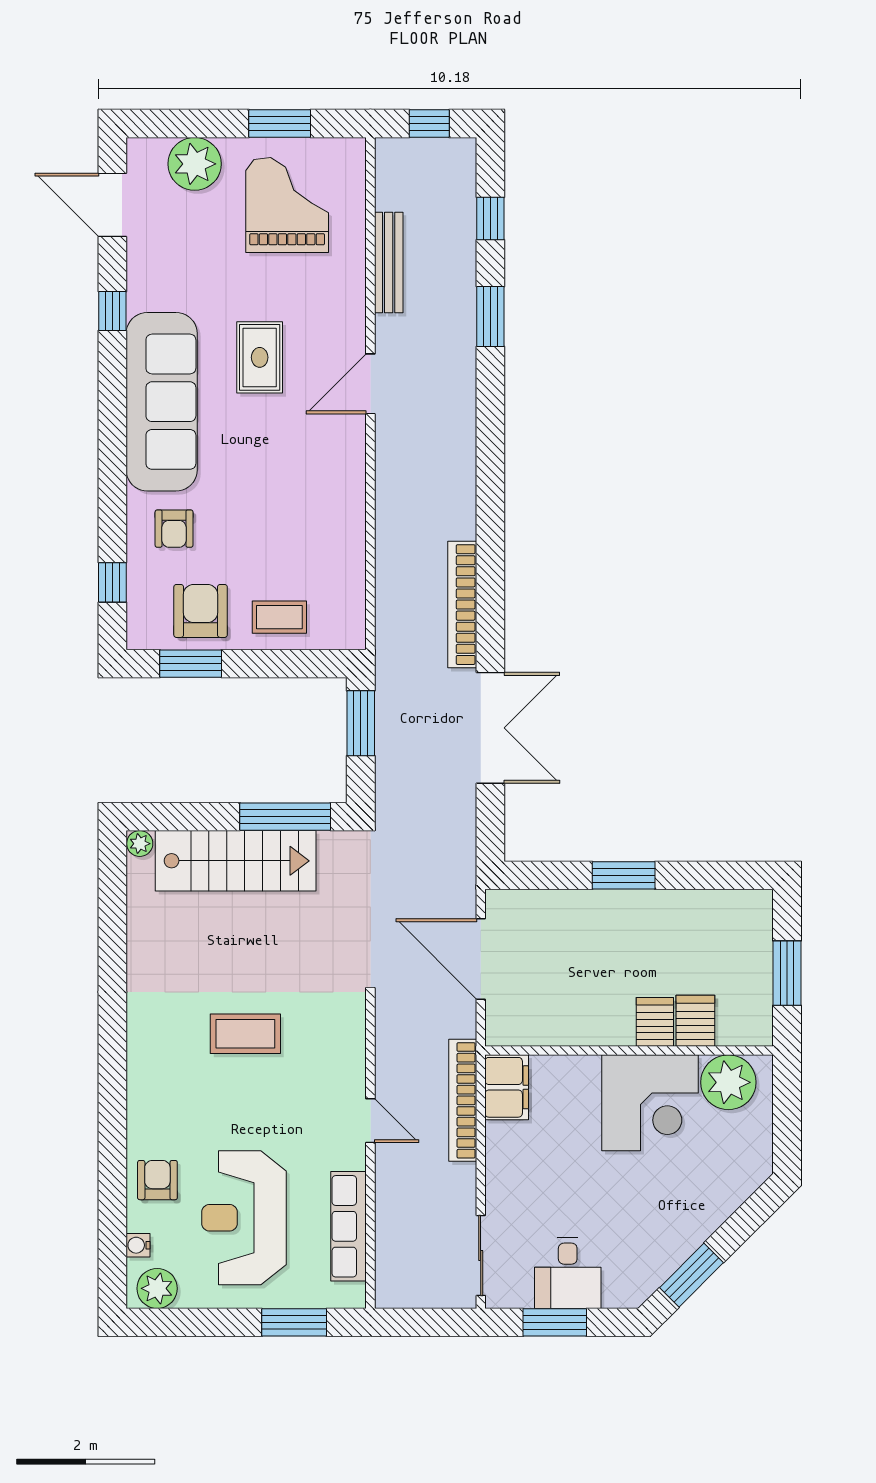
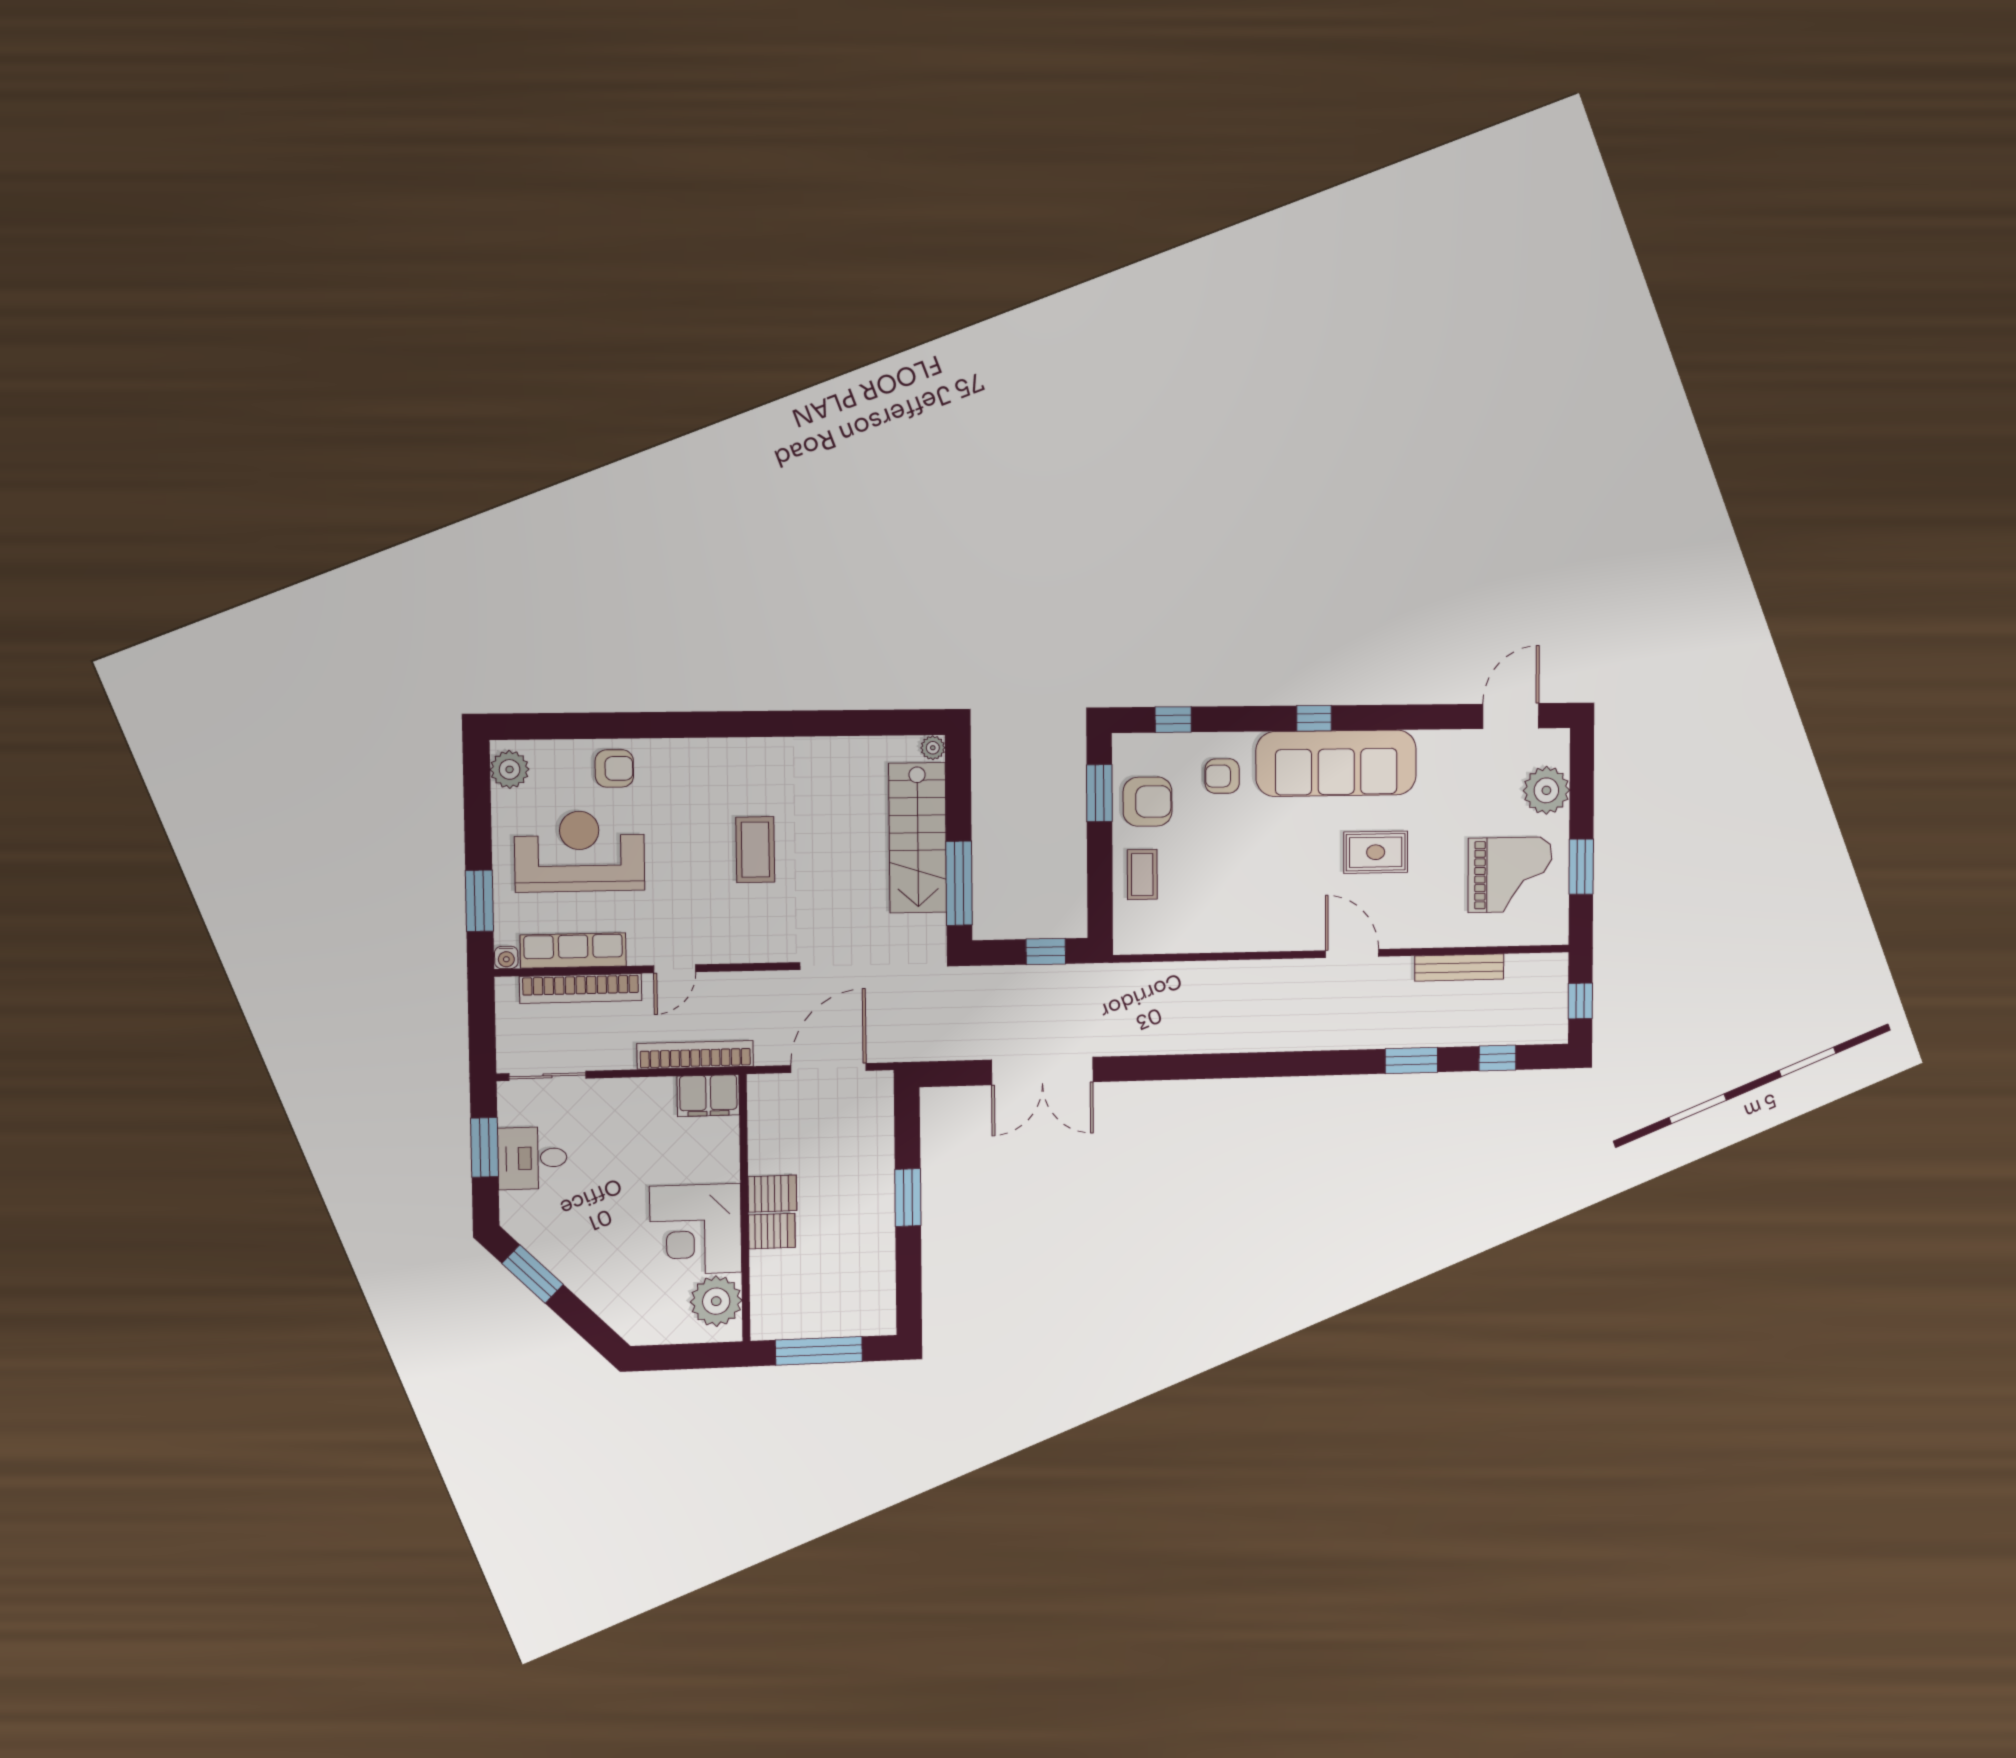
window: (112, 311) -> (1314, 718), moved
bookcase: (462, 605) -> (581, 988), moved, turned 180
window: (361, 723) -> (1046, 951), width x0.67
window: (787, 973) -> (819, 1351), width x1.44
server rack: (695, 1021) -> (772, 1194), moved
water cooler: (138, 1245) -> (506, 957), moved, turned 180

